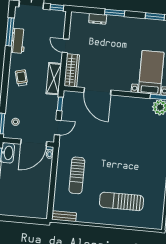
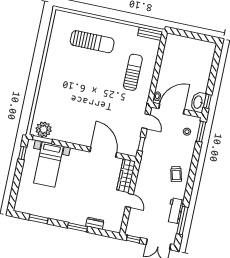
shelving: (54, 79) -> (145, 170), removed
door: (58, 127) -> (146, 121), swing flipped

